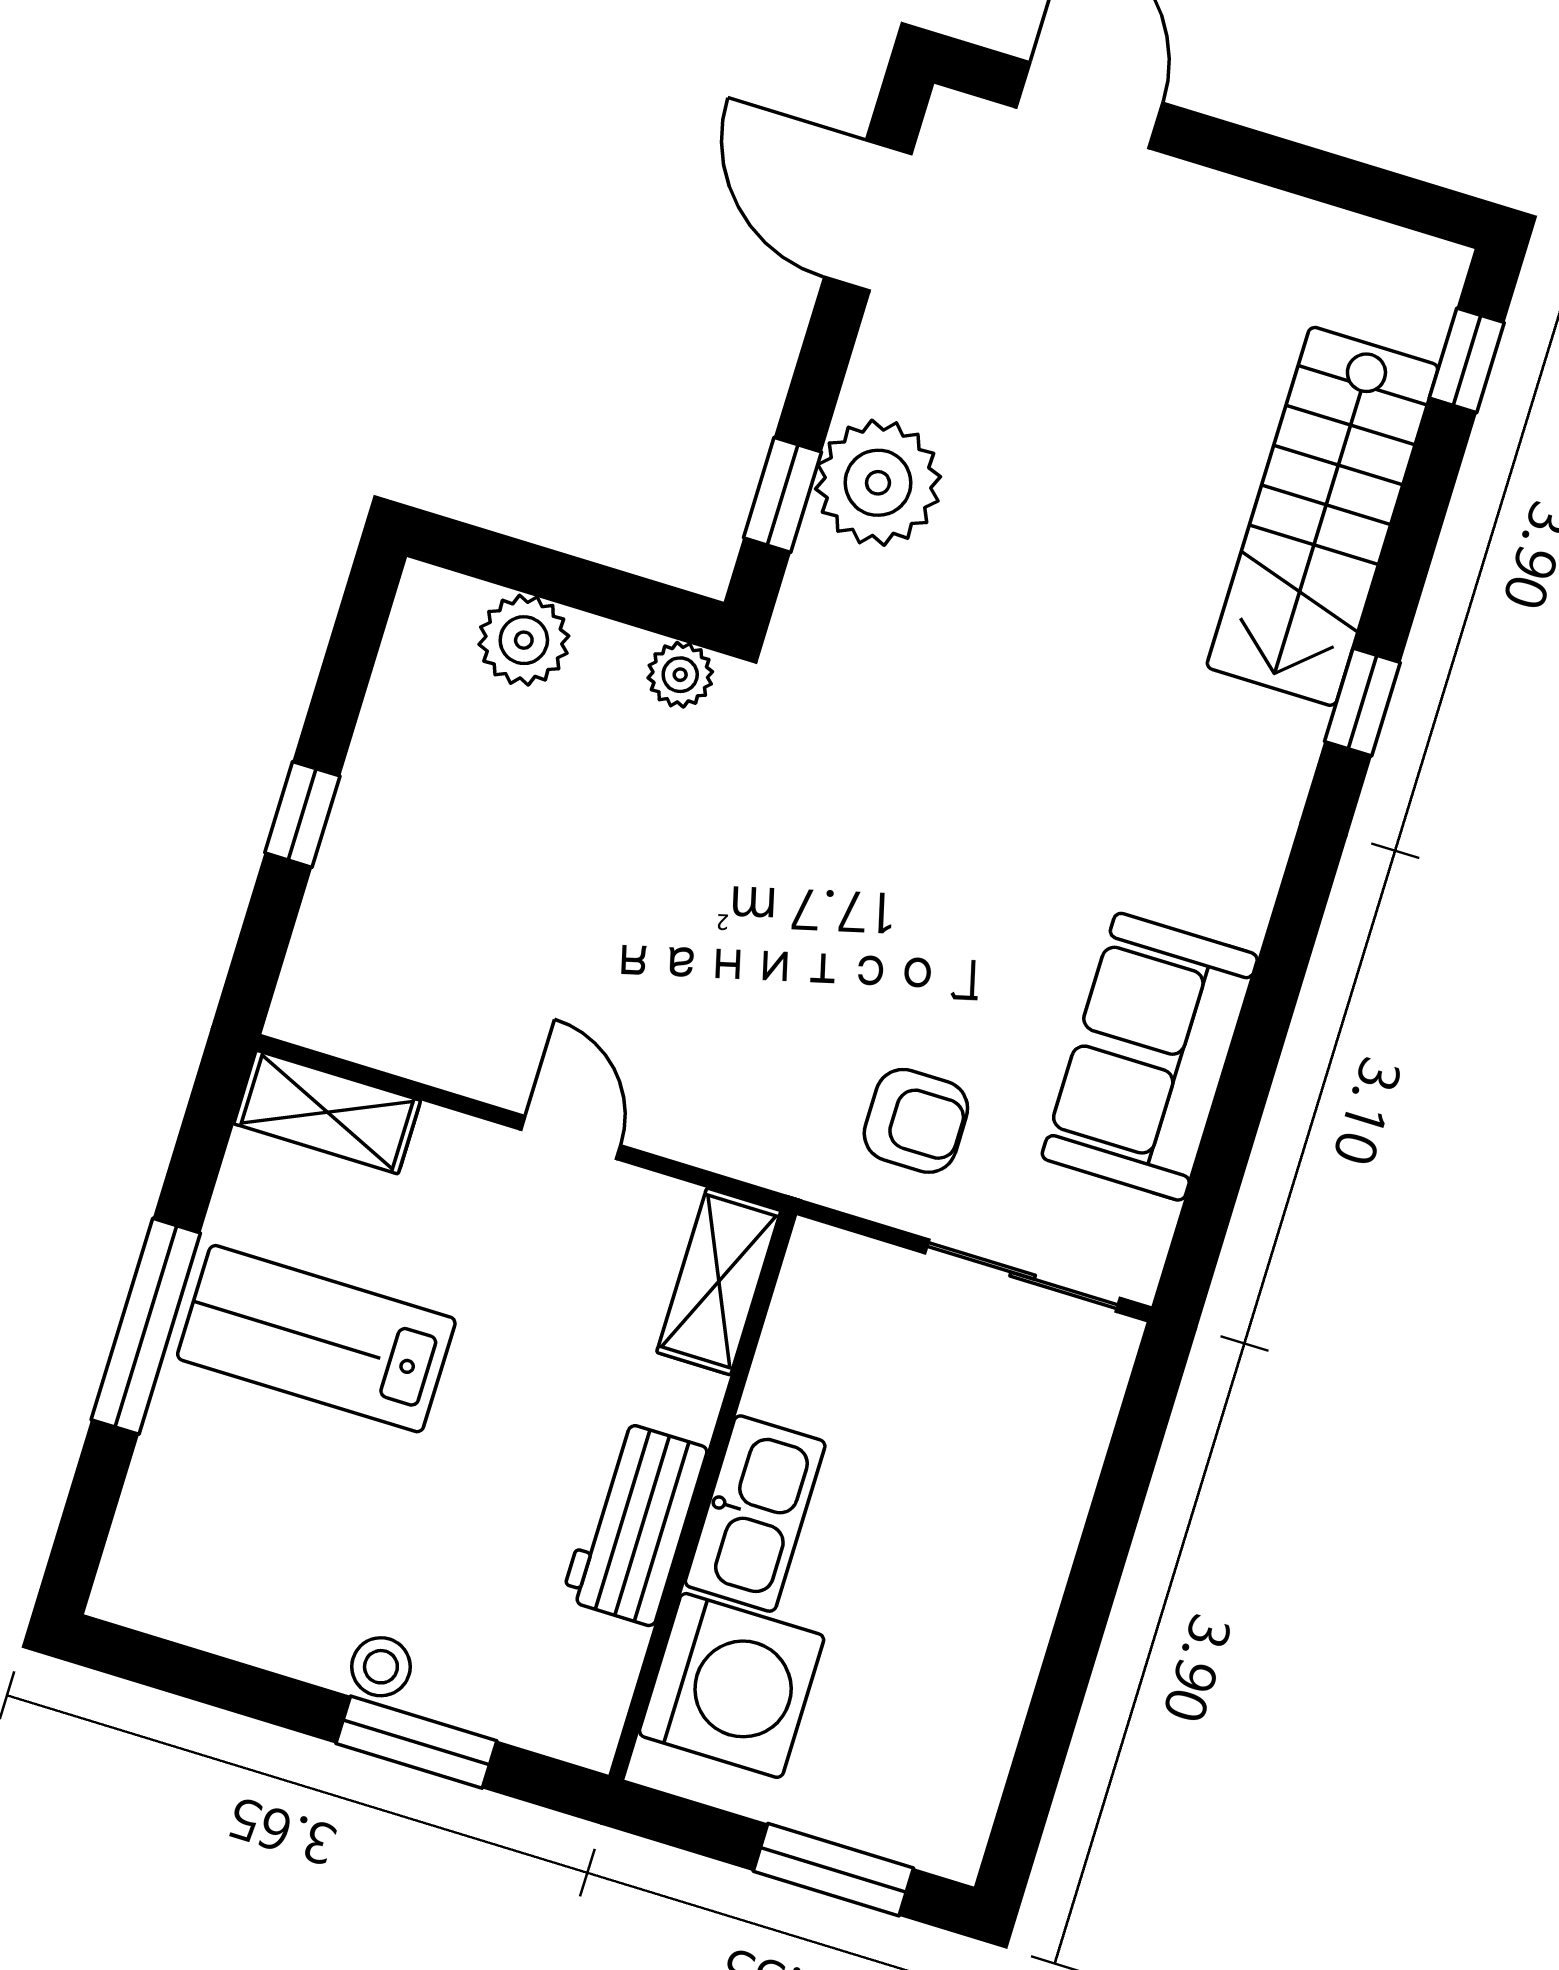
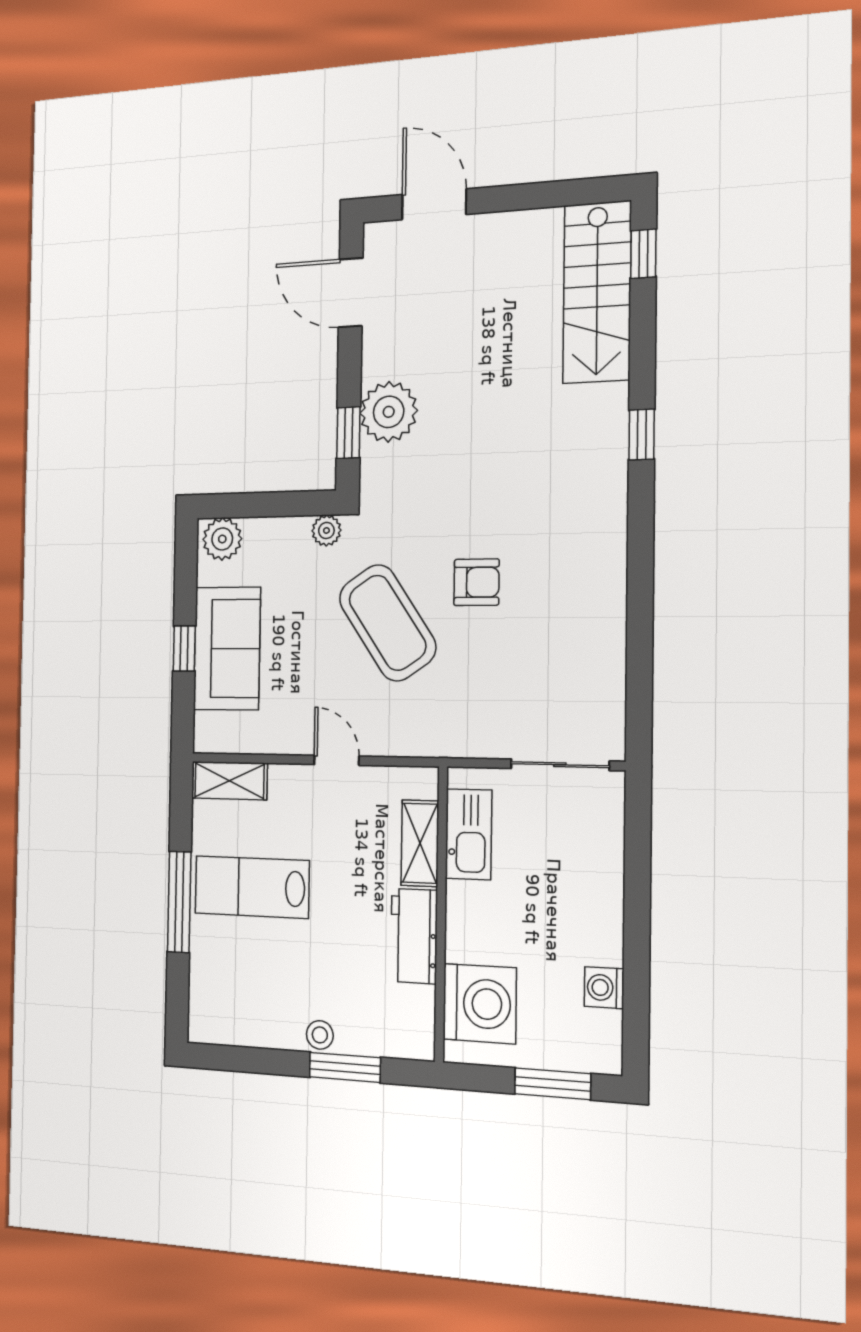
stairs: (1323, 516) -> (597, 292), moved
plant: (524, 640) -> (222, 539), moved
coffee table: (755, 899) -> (387, 623), added
sofa: (1150, 1057) -> (227, 648), moved, turned 180
armchair: (916, 1121) -> (476, 582), moved
shelving: (719, 1281) -> (420, 843), moved
kitchen sink: (755, 1514) -> (469, 834), moved
washing machine: (986, 1715) -> (604, 988), added

